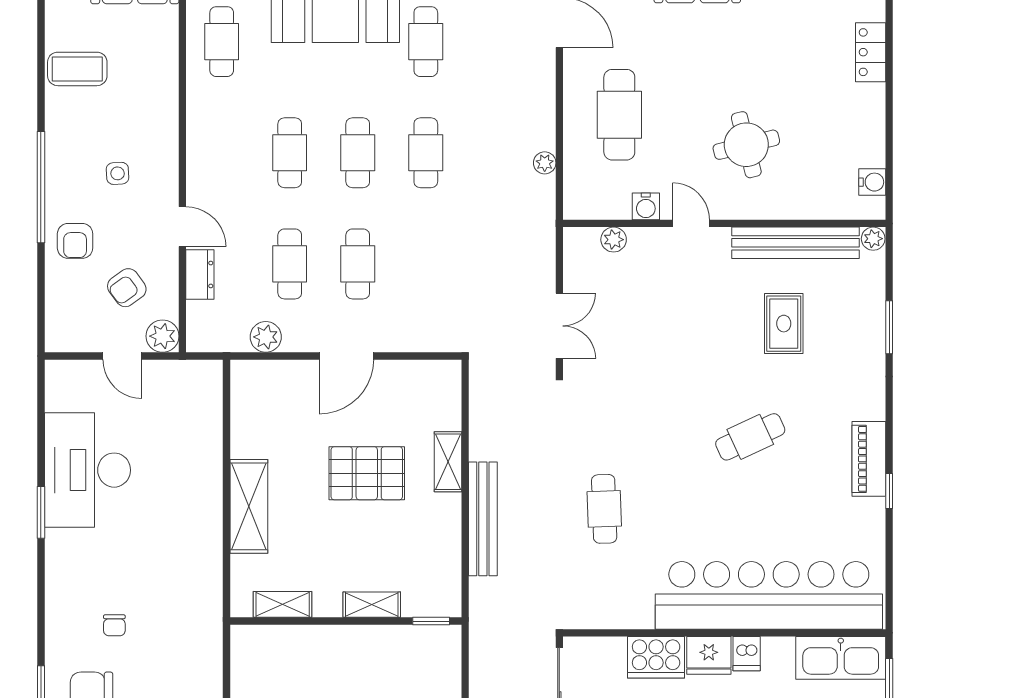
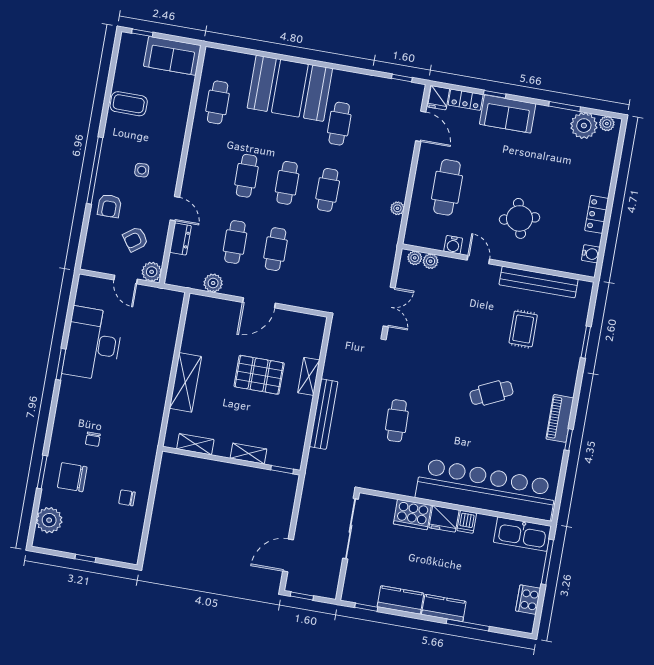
locker: (871, 52) -> (597, 214), moved
plant: (873, 239) -> (415, 258), moved

